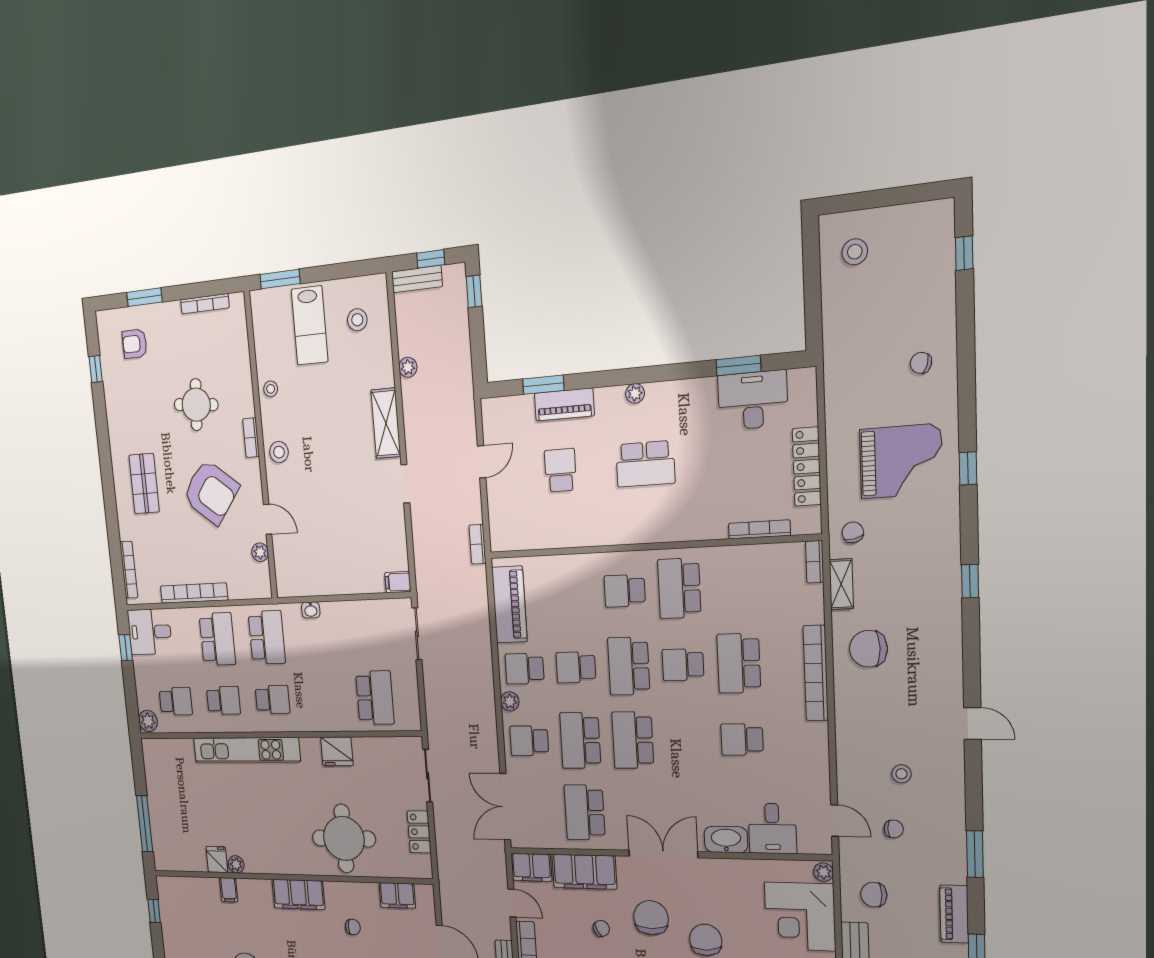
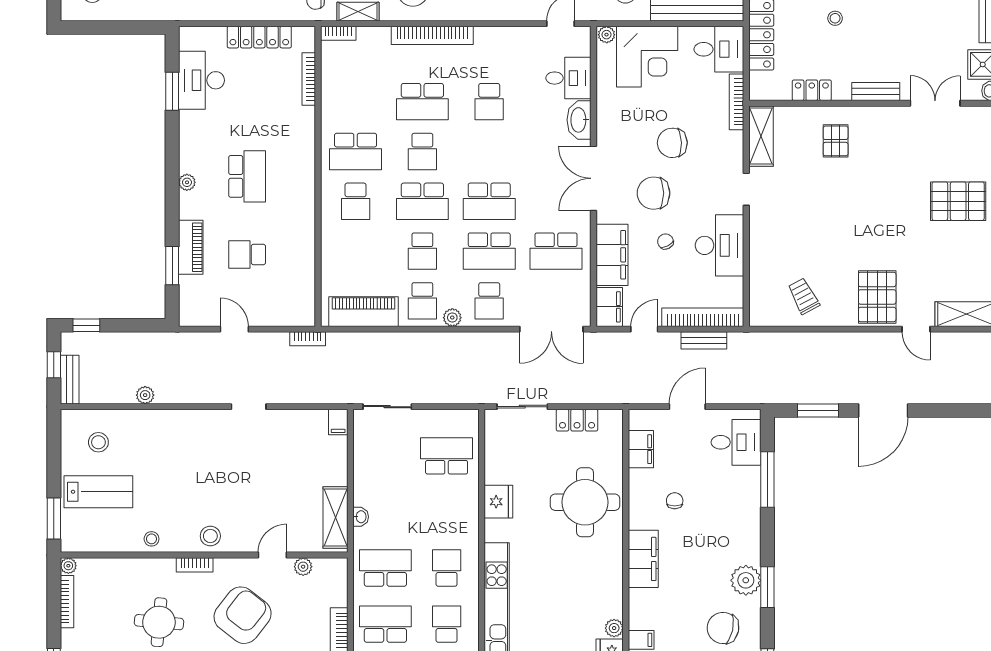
plant: (238, 301) -> (68, 566), added
shelving: (386, 423) -> (335, 517), moved, turned 90

